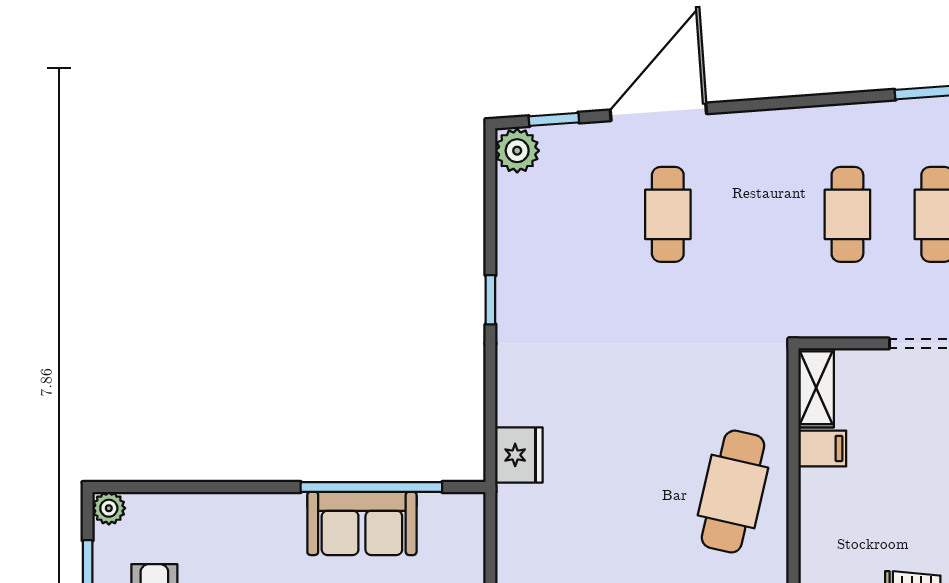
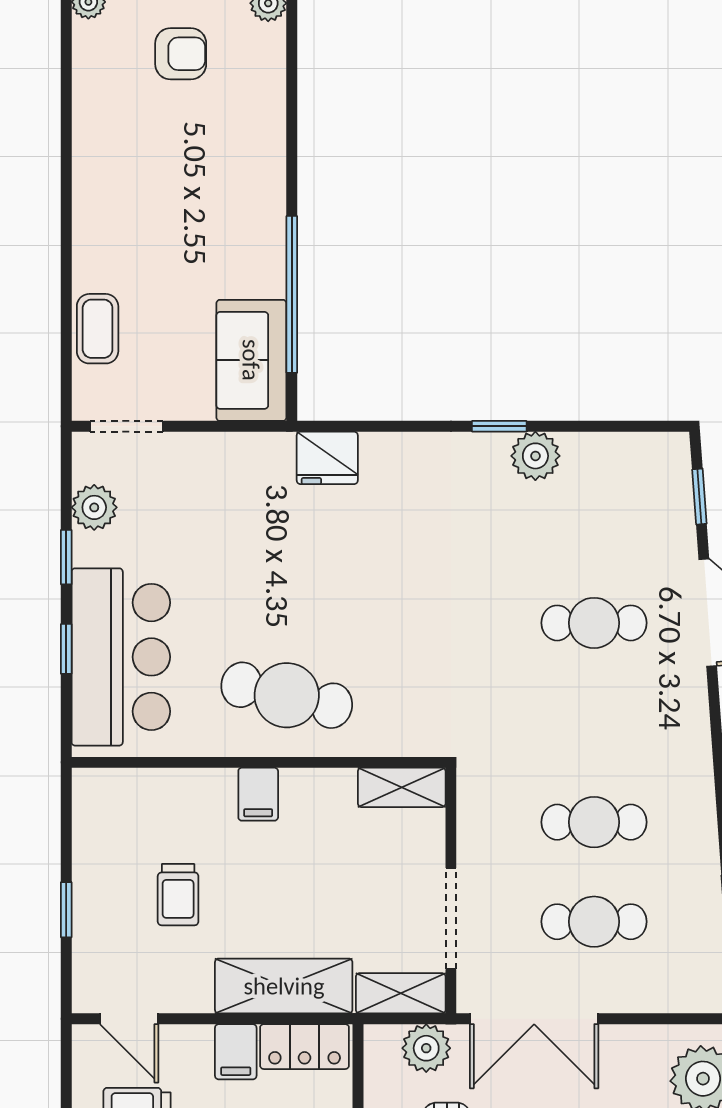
plant: (517, 151) -> (535, 456), moved
filing cabinet: (822, 448) -> (258, 794), moved
sofa: (362, 523) -> (251, 360), moved

